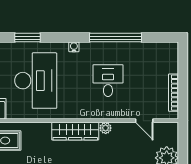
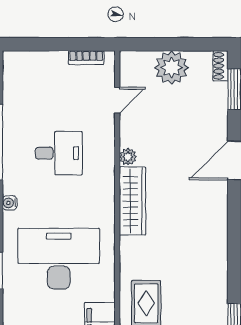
desk: (108, 81) -> (59, 153), turned 180
bookcase: (173, 93) -> (86, 58), width x0.64

